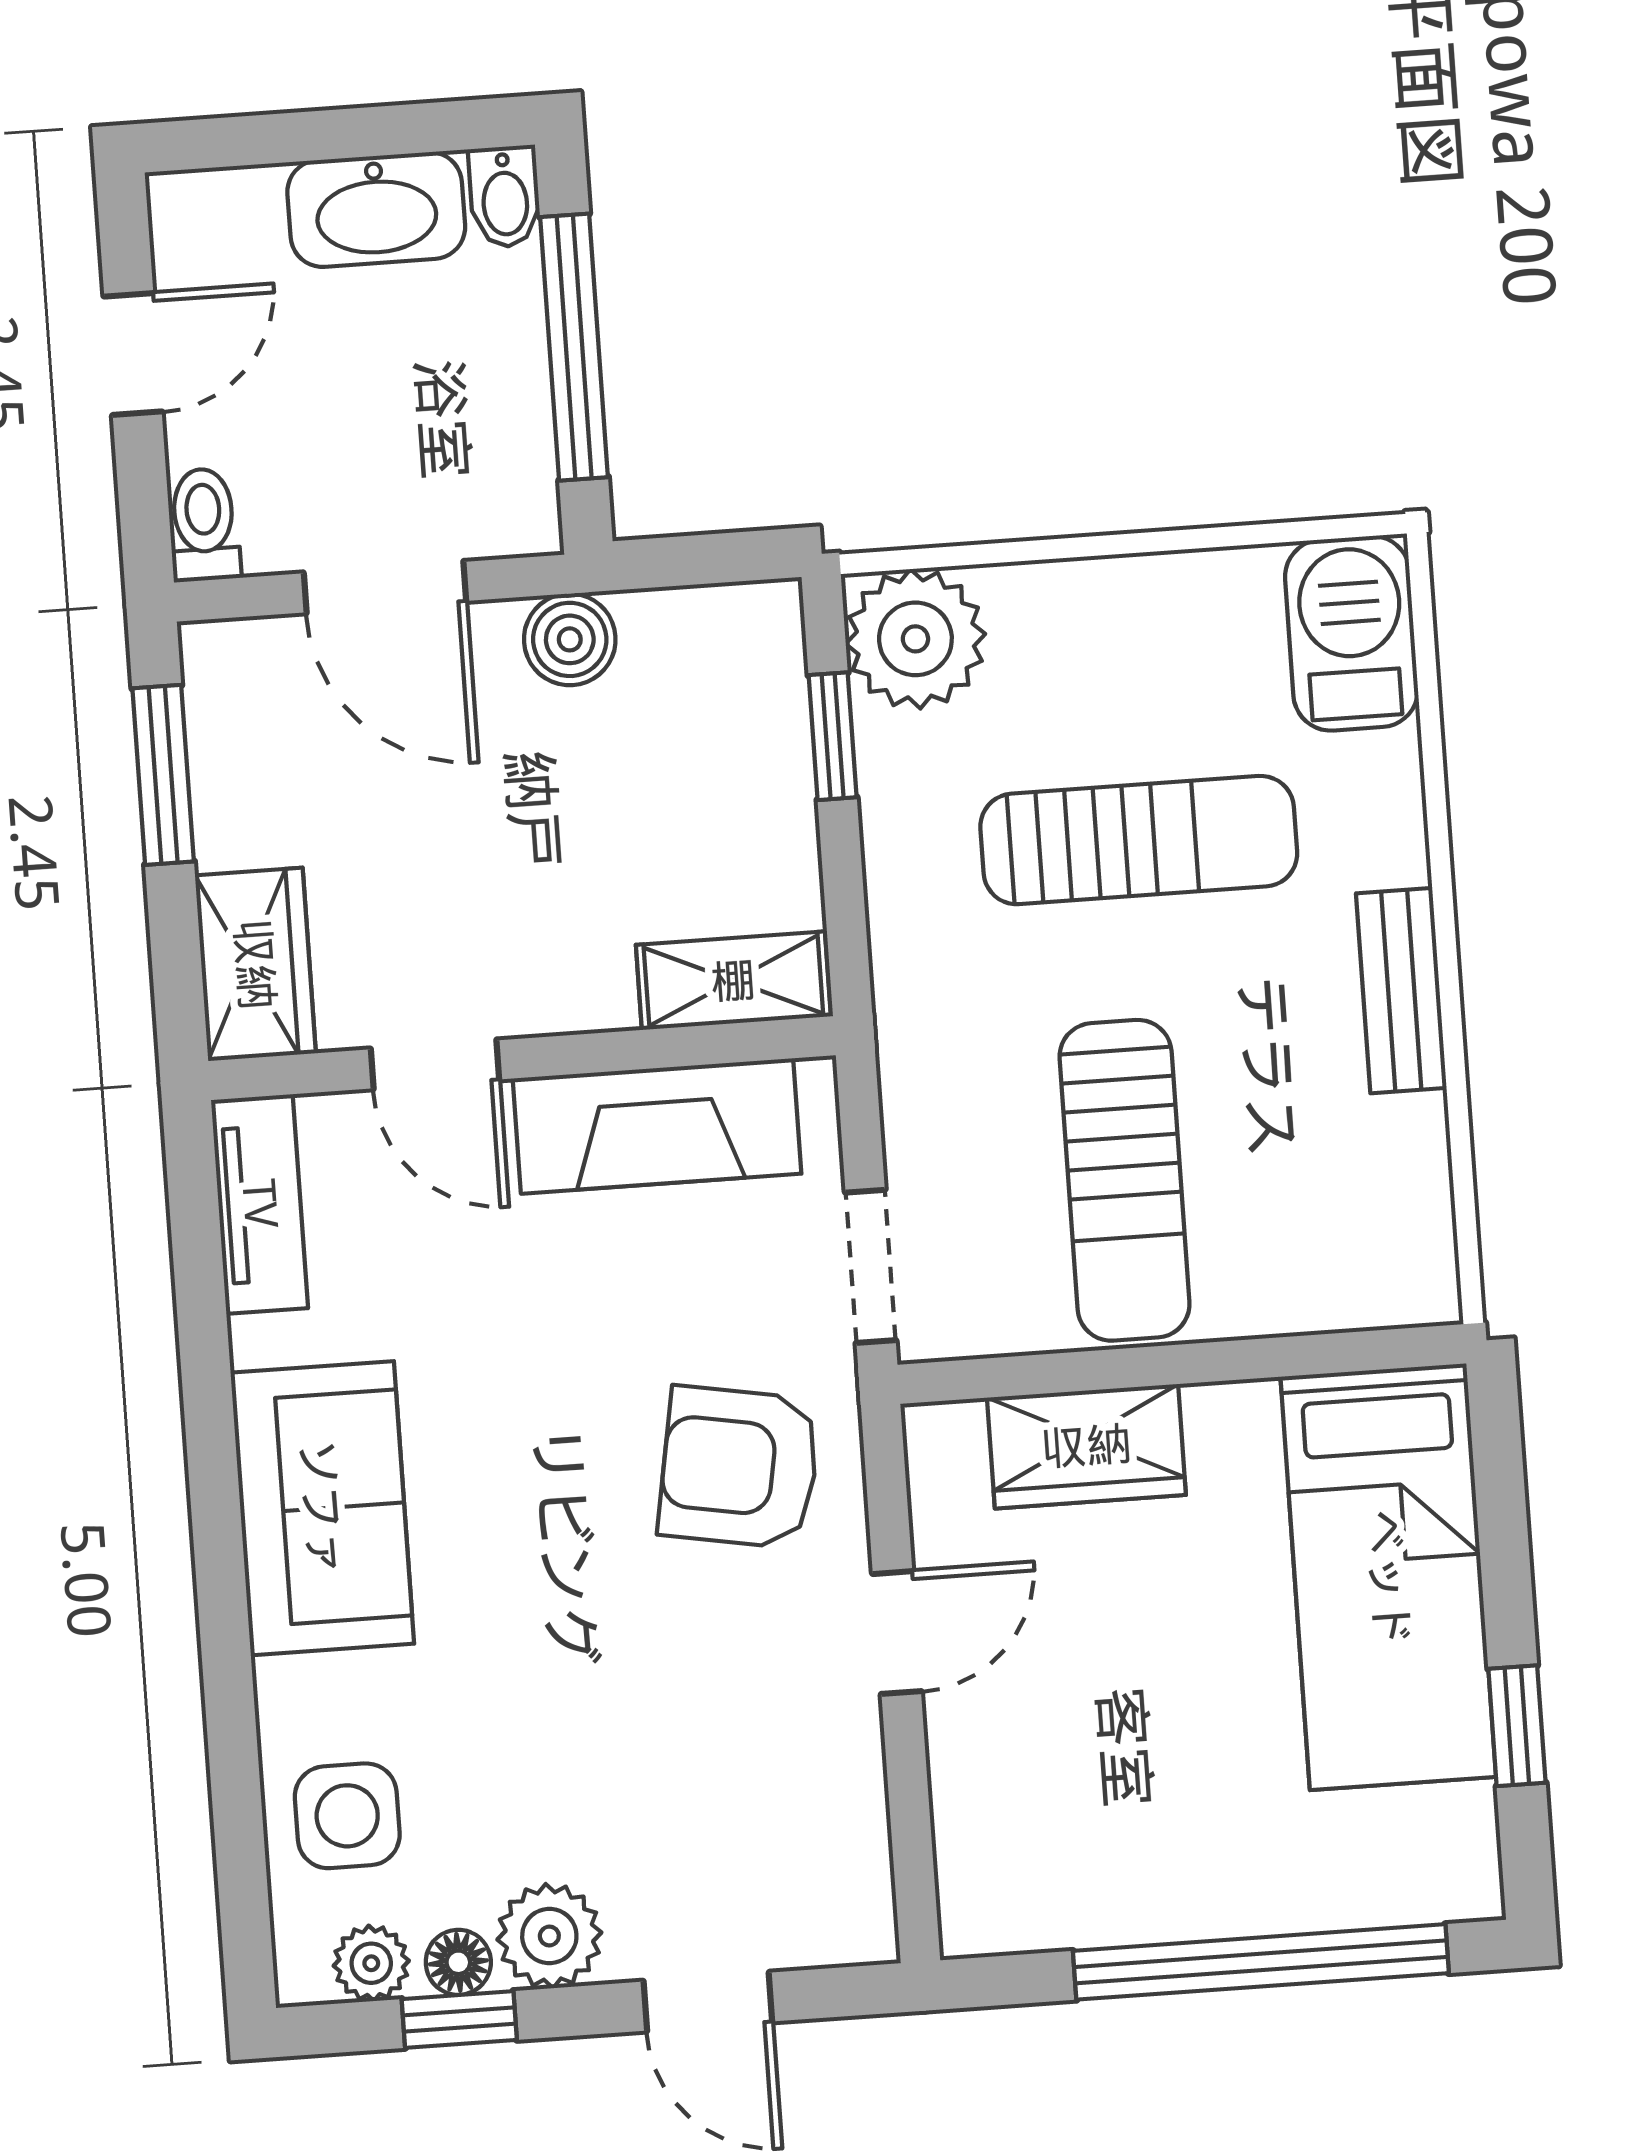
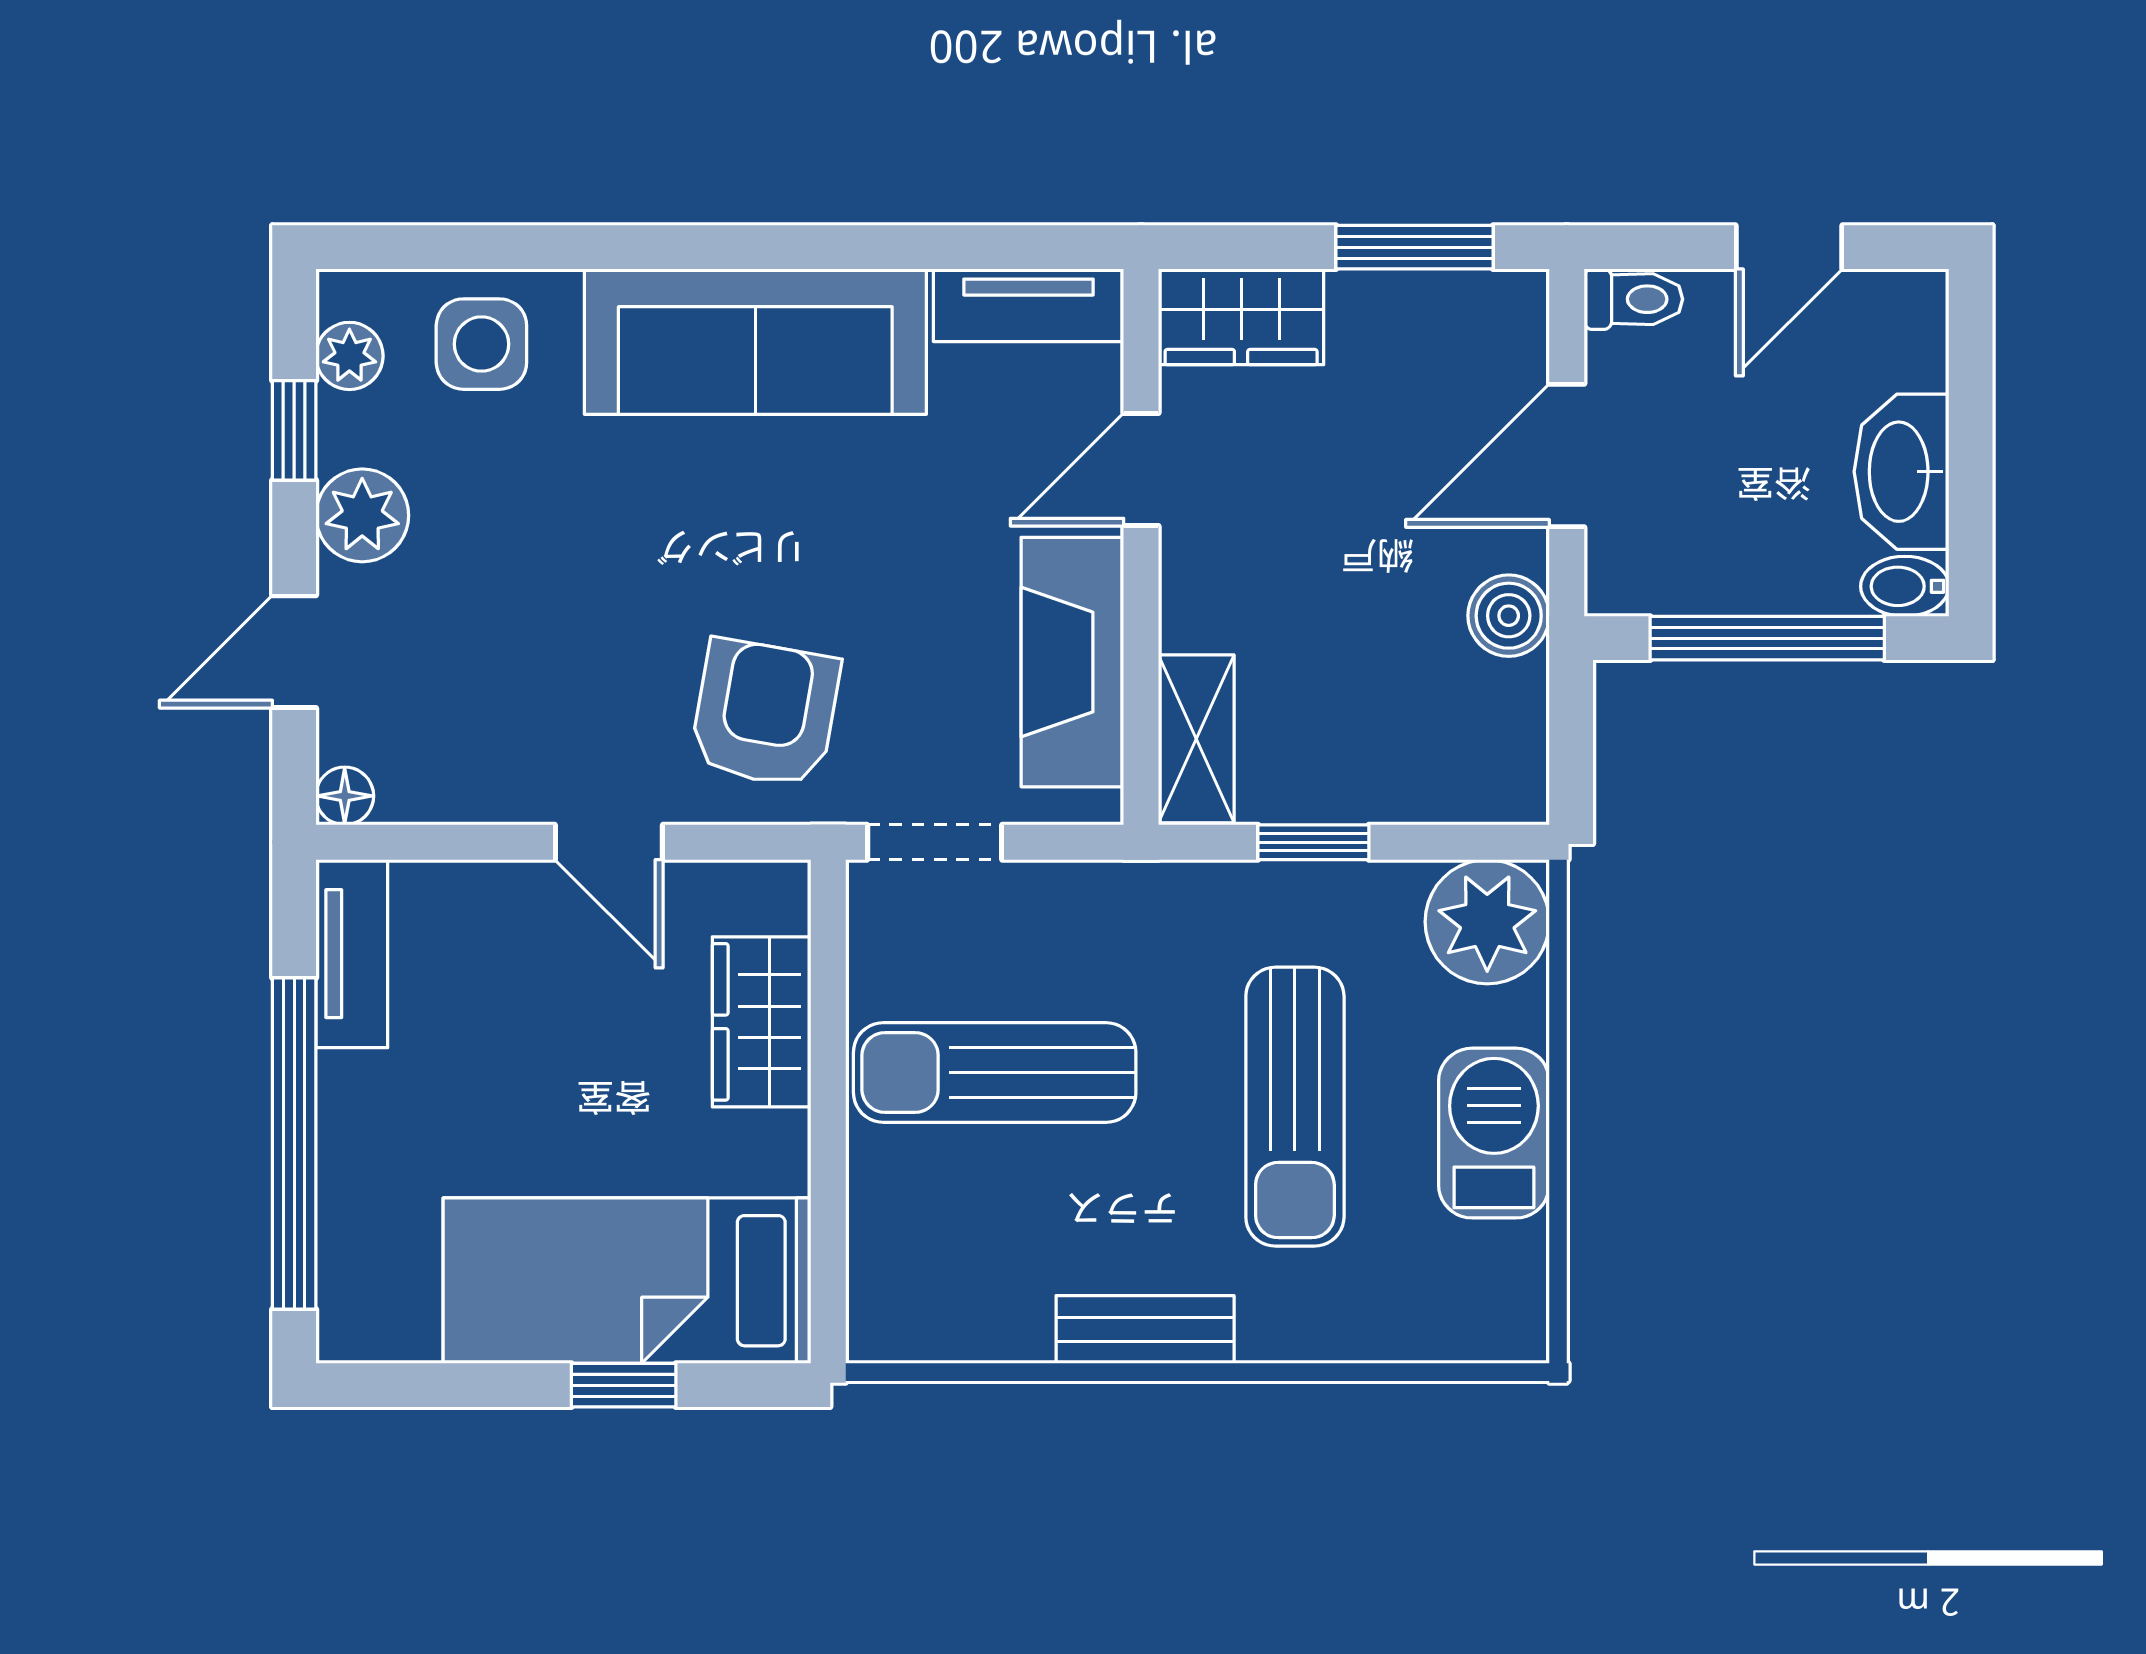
door: (133, 354) -> (1789, 247), hinge flipped
barbecue: (1351, 633) -> (1494, 1133), moved, turned -90
window: (833, 736) -> (1313, 842), moved
sofa: (322, 1508) -> (755, 342), width x1.36
window: (1517, 1726) -> (624, 1385), moved
tv unit: (1043, 1913) -> (352, 954), added
floor lamp: (458, 1962) -> (345, 796), moved

